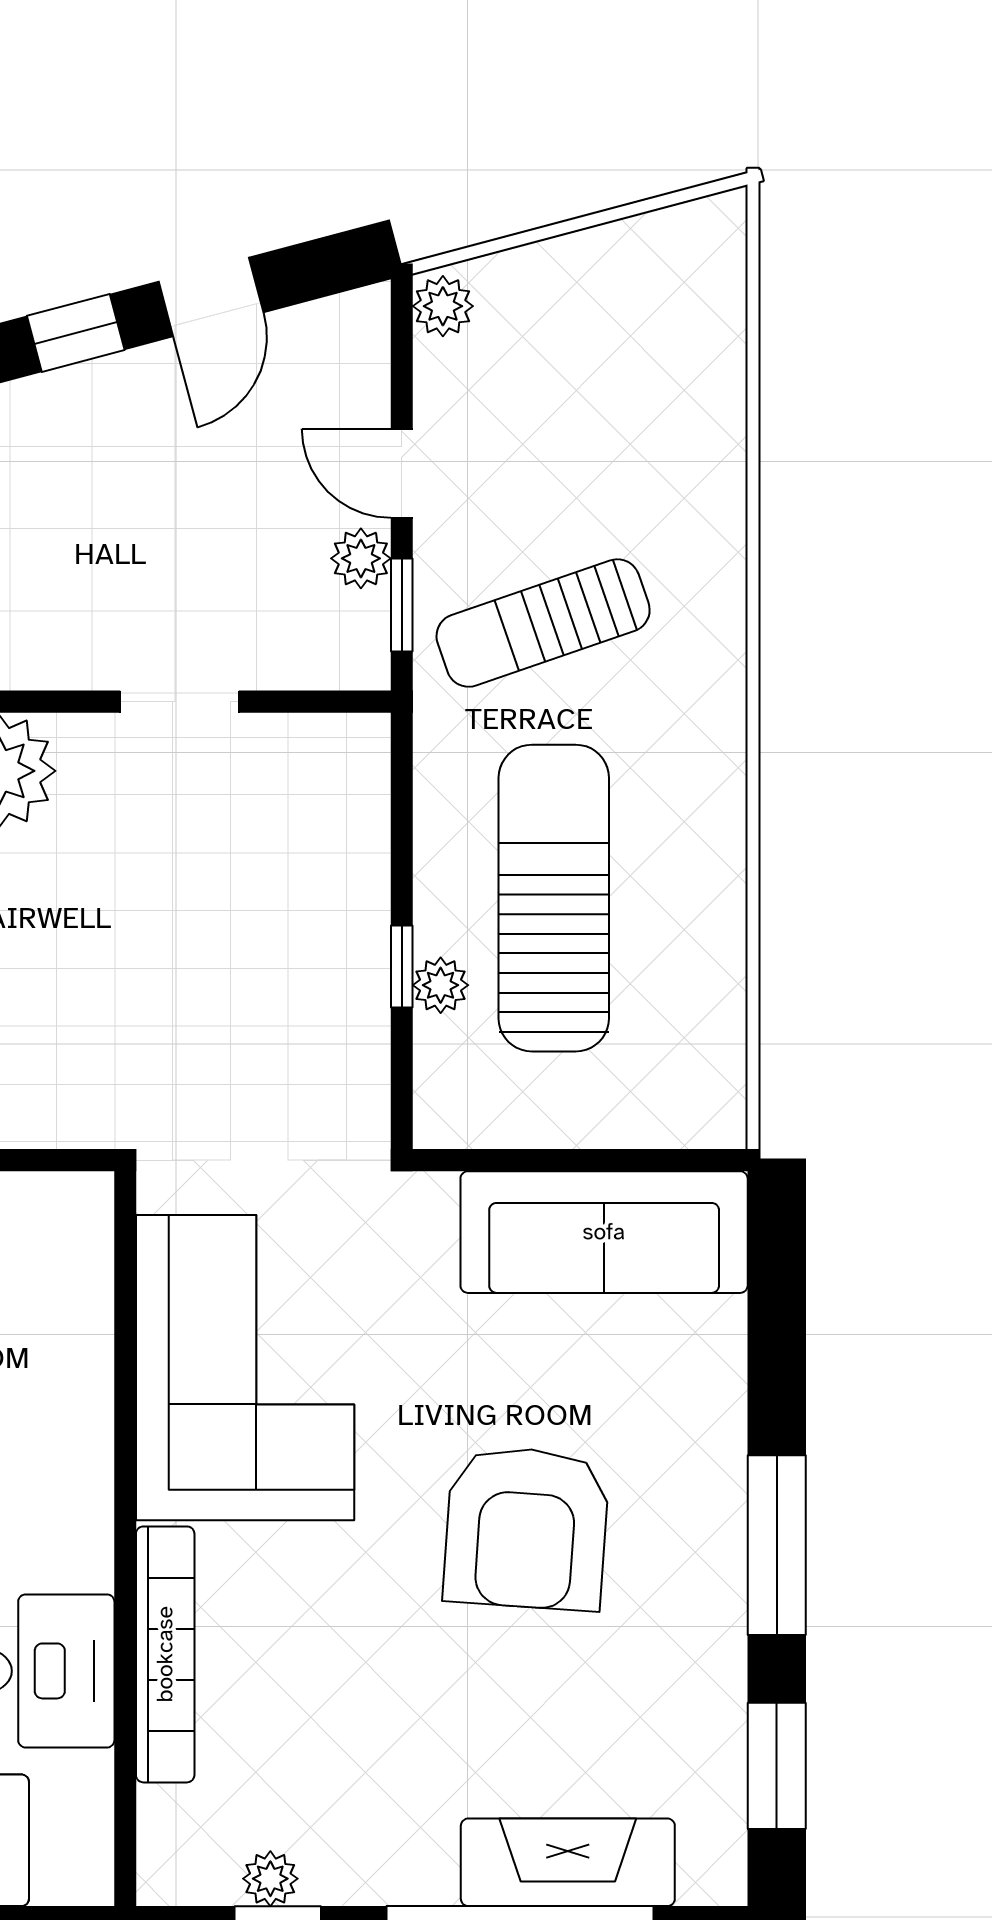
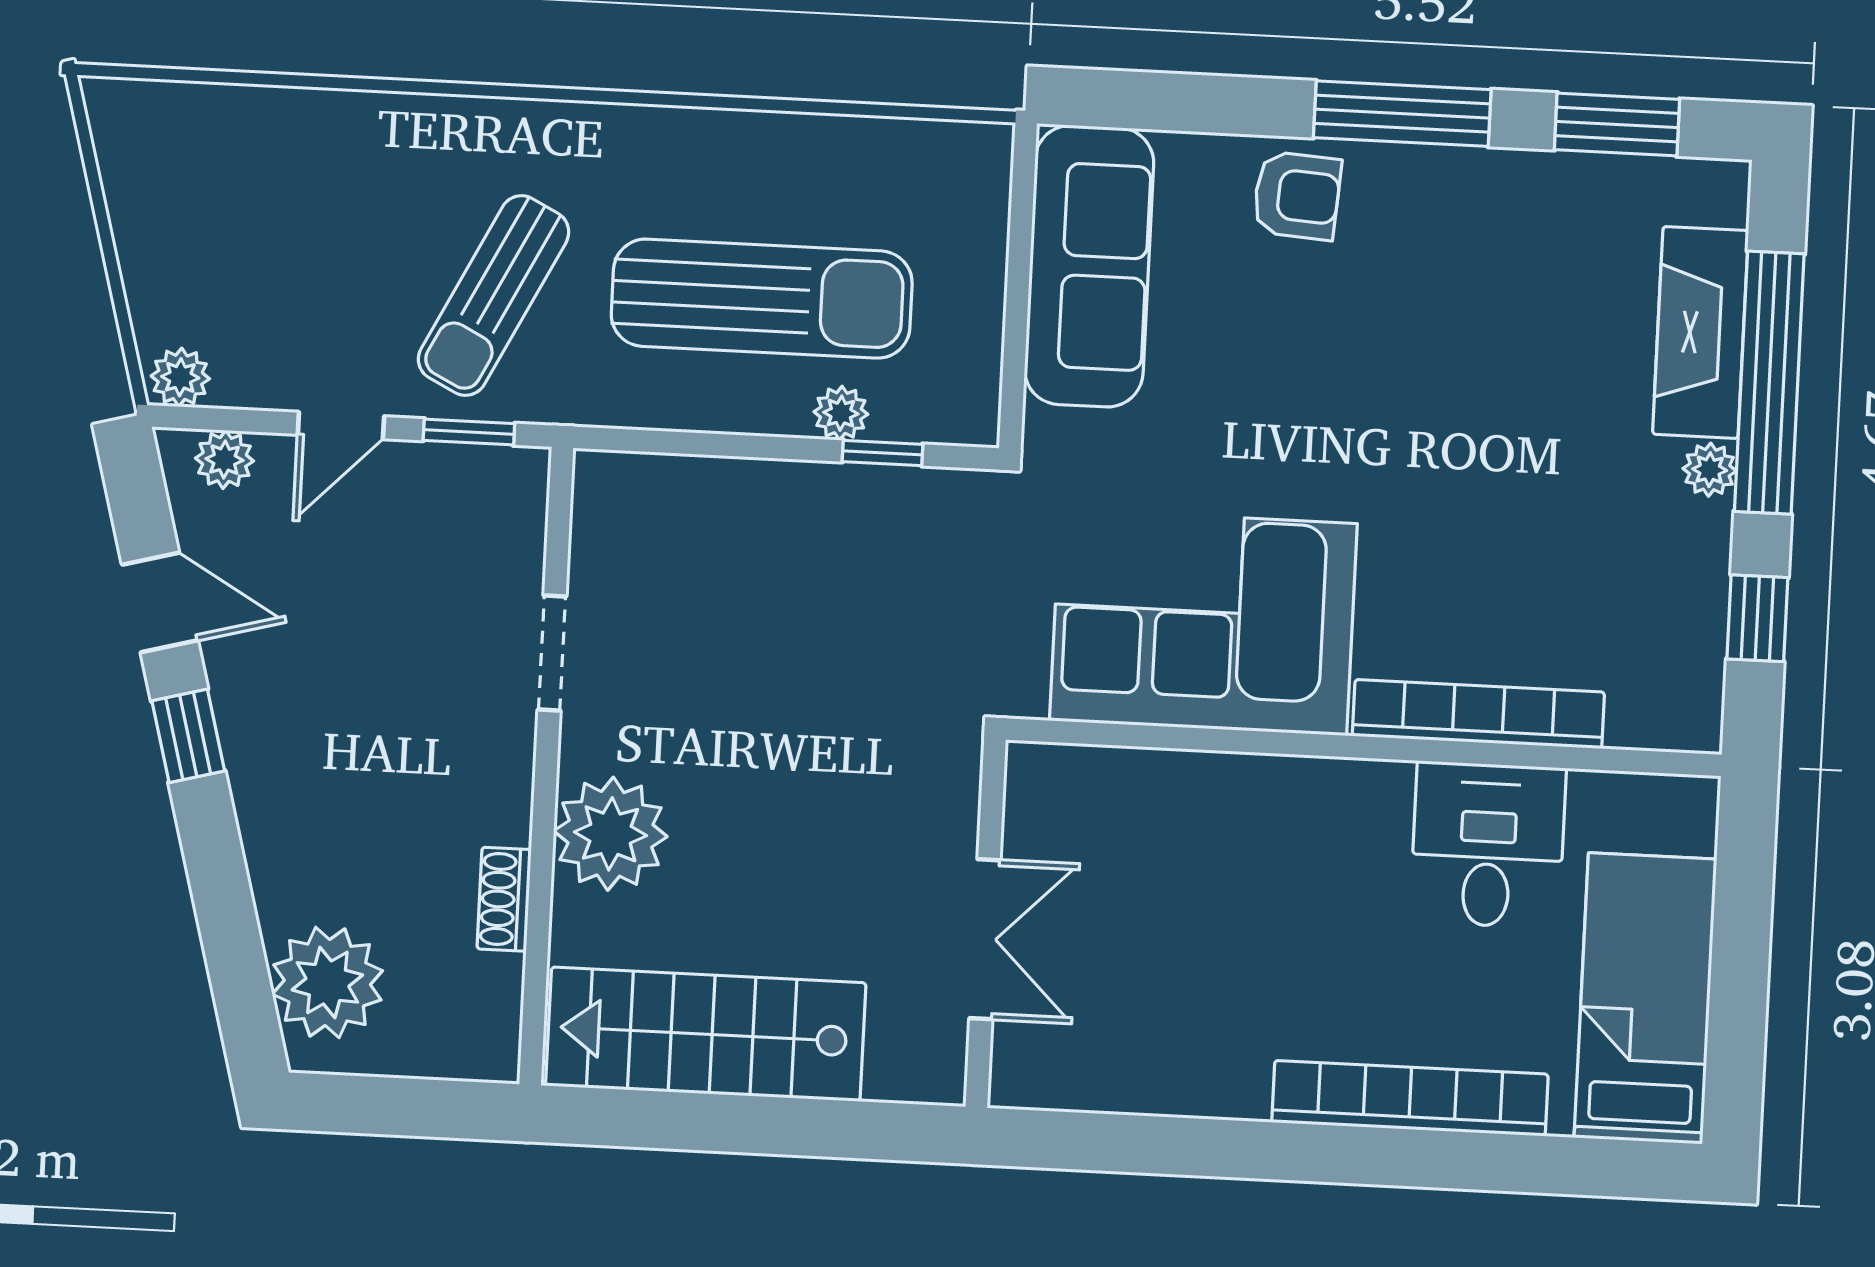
plant: (361, 558) -> (224, 460), moved
sun lounger: (543, 623) -> (494, 296), turned 46
sun lounger: (554, 898) -> (762, 299), turned 180
window: (402, 966) -> (883, 453), moved
armchair: (526, 1528) -> (1297, 196), moved, width x0.53, depth x0.53
plant: (270, 1879) -> (1710, 470), moved

